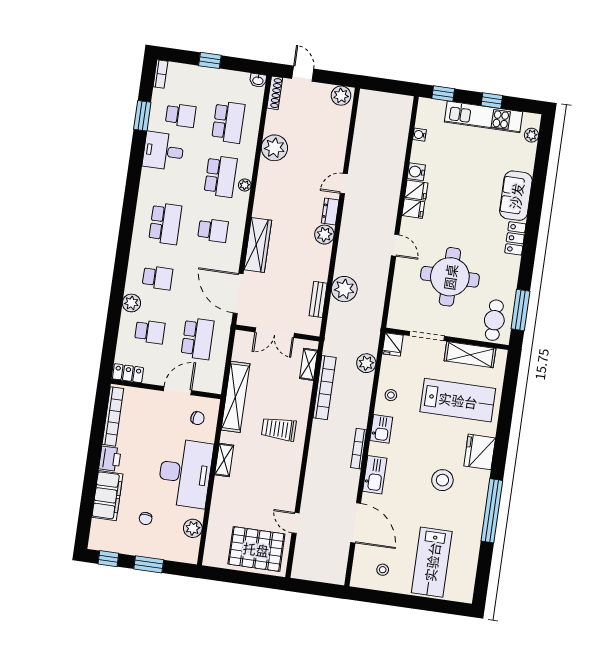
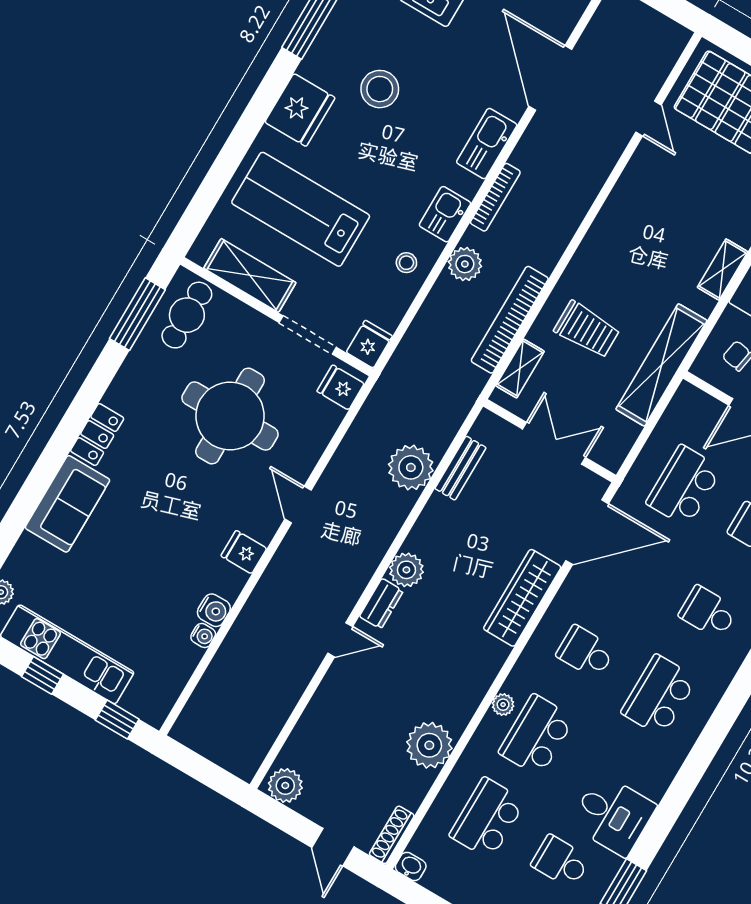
water cooler: (420, 135) -> (203, 635), moved
fridge: (416, 190) -> (341, 387), moved
door: (238, 293) -> (587, 532), hinge flipped
plant: (366, 363) -> (465, 264), moved
trolley: (279, 429) -> (587, 330), moved

